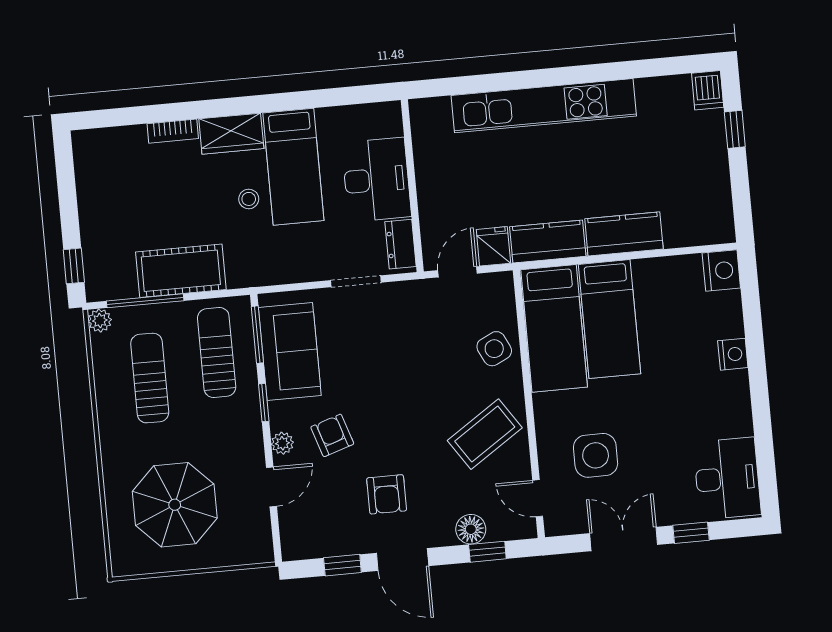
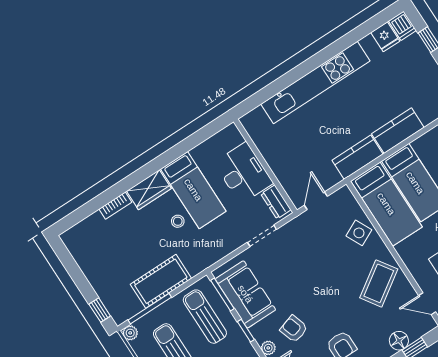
fridge: (493, 246) -> (385, 37), moved, turned 180

